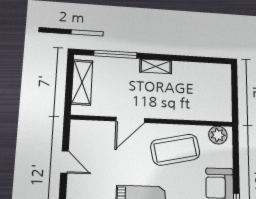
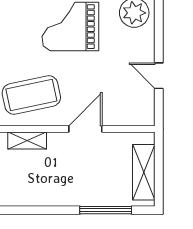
shelving: (156, 66) -> (27, 140), moved

